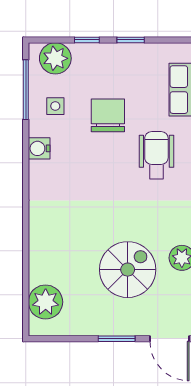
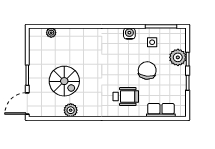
plant: (55, 58) -> (178, 57), moved
chair: (108, 115) -> (147, 70), turned -84
plant: (46, 302) -> (51, 33), width x0.53, depth x0.53

